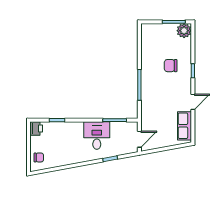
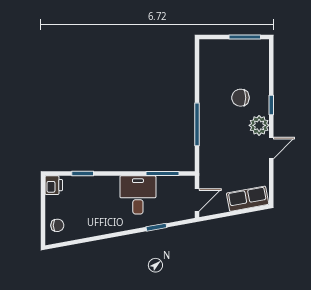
plant: (184, 31) -> (259, 125), moved
row of seats: (185, 126) -> (248, 199), moved, turned 80

